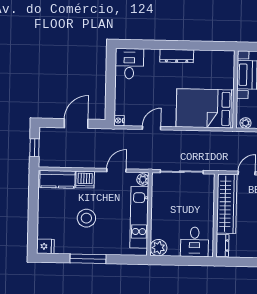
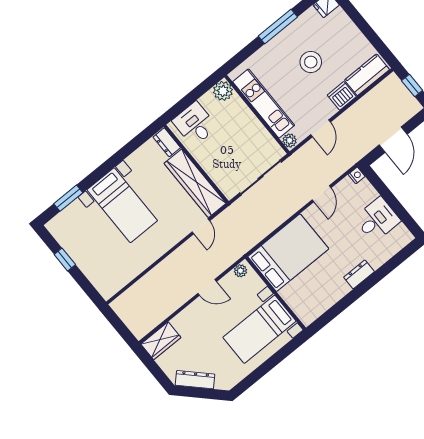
dresser: (177, 56) -> (359, 274), width x0.70
desk: (129, 64) -> (377, 220), moved, turned -90

